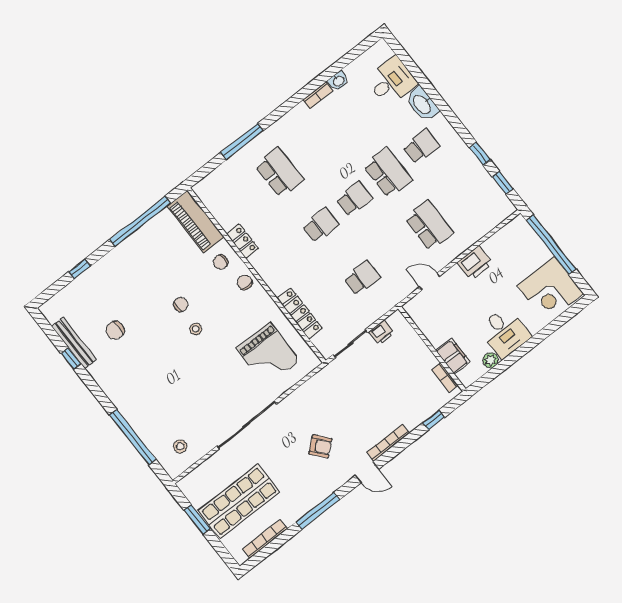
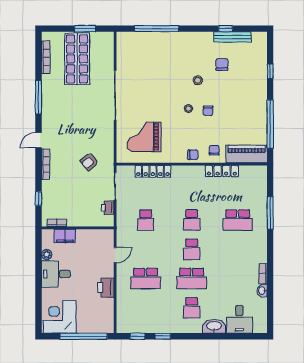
locker: (243, 241) -> (222, 171), width x1.53
stool: (180, 446) -> (198, 80), moved
armchair: (320, 446) -> (89, 162), moved

